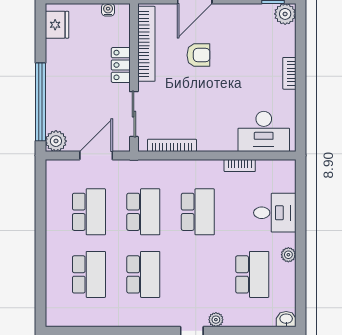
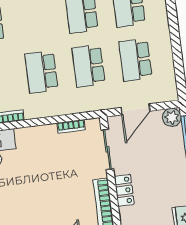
armchair: (198, 55) -> (58, 208), removed
bookcase: (172, 145) -> (71, 126), width x0.64

